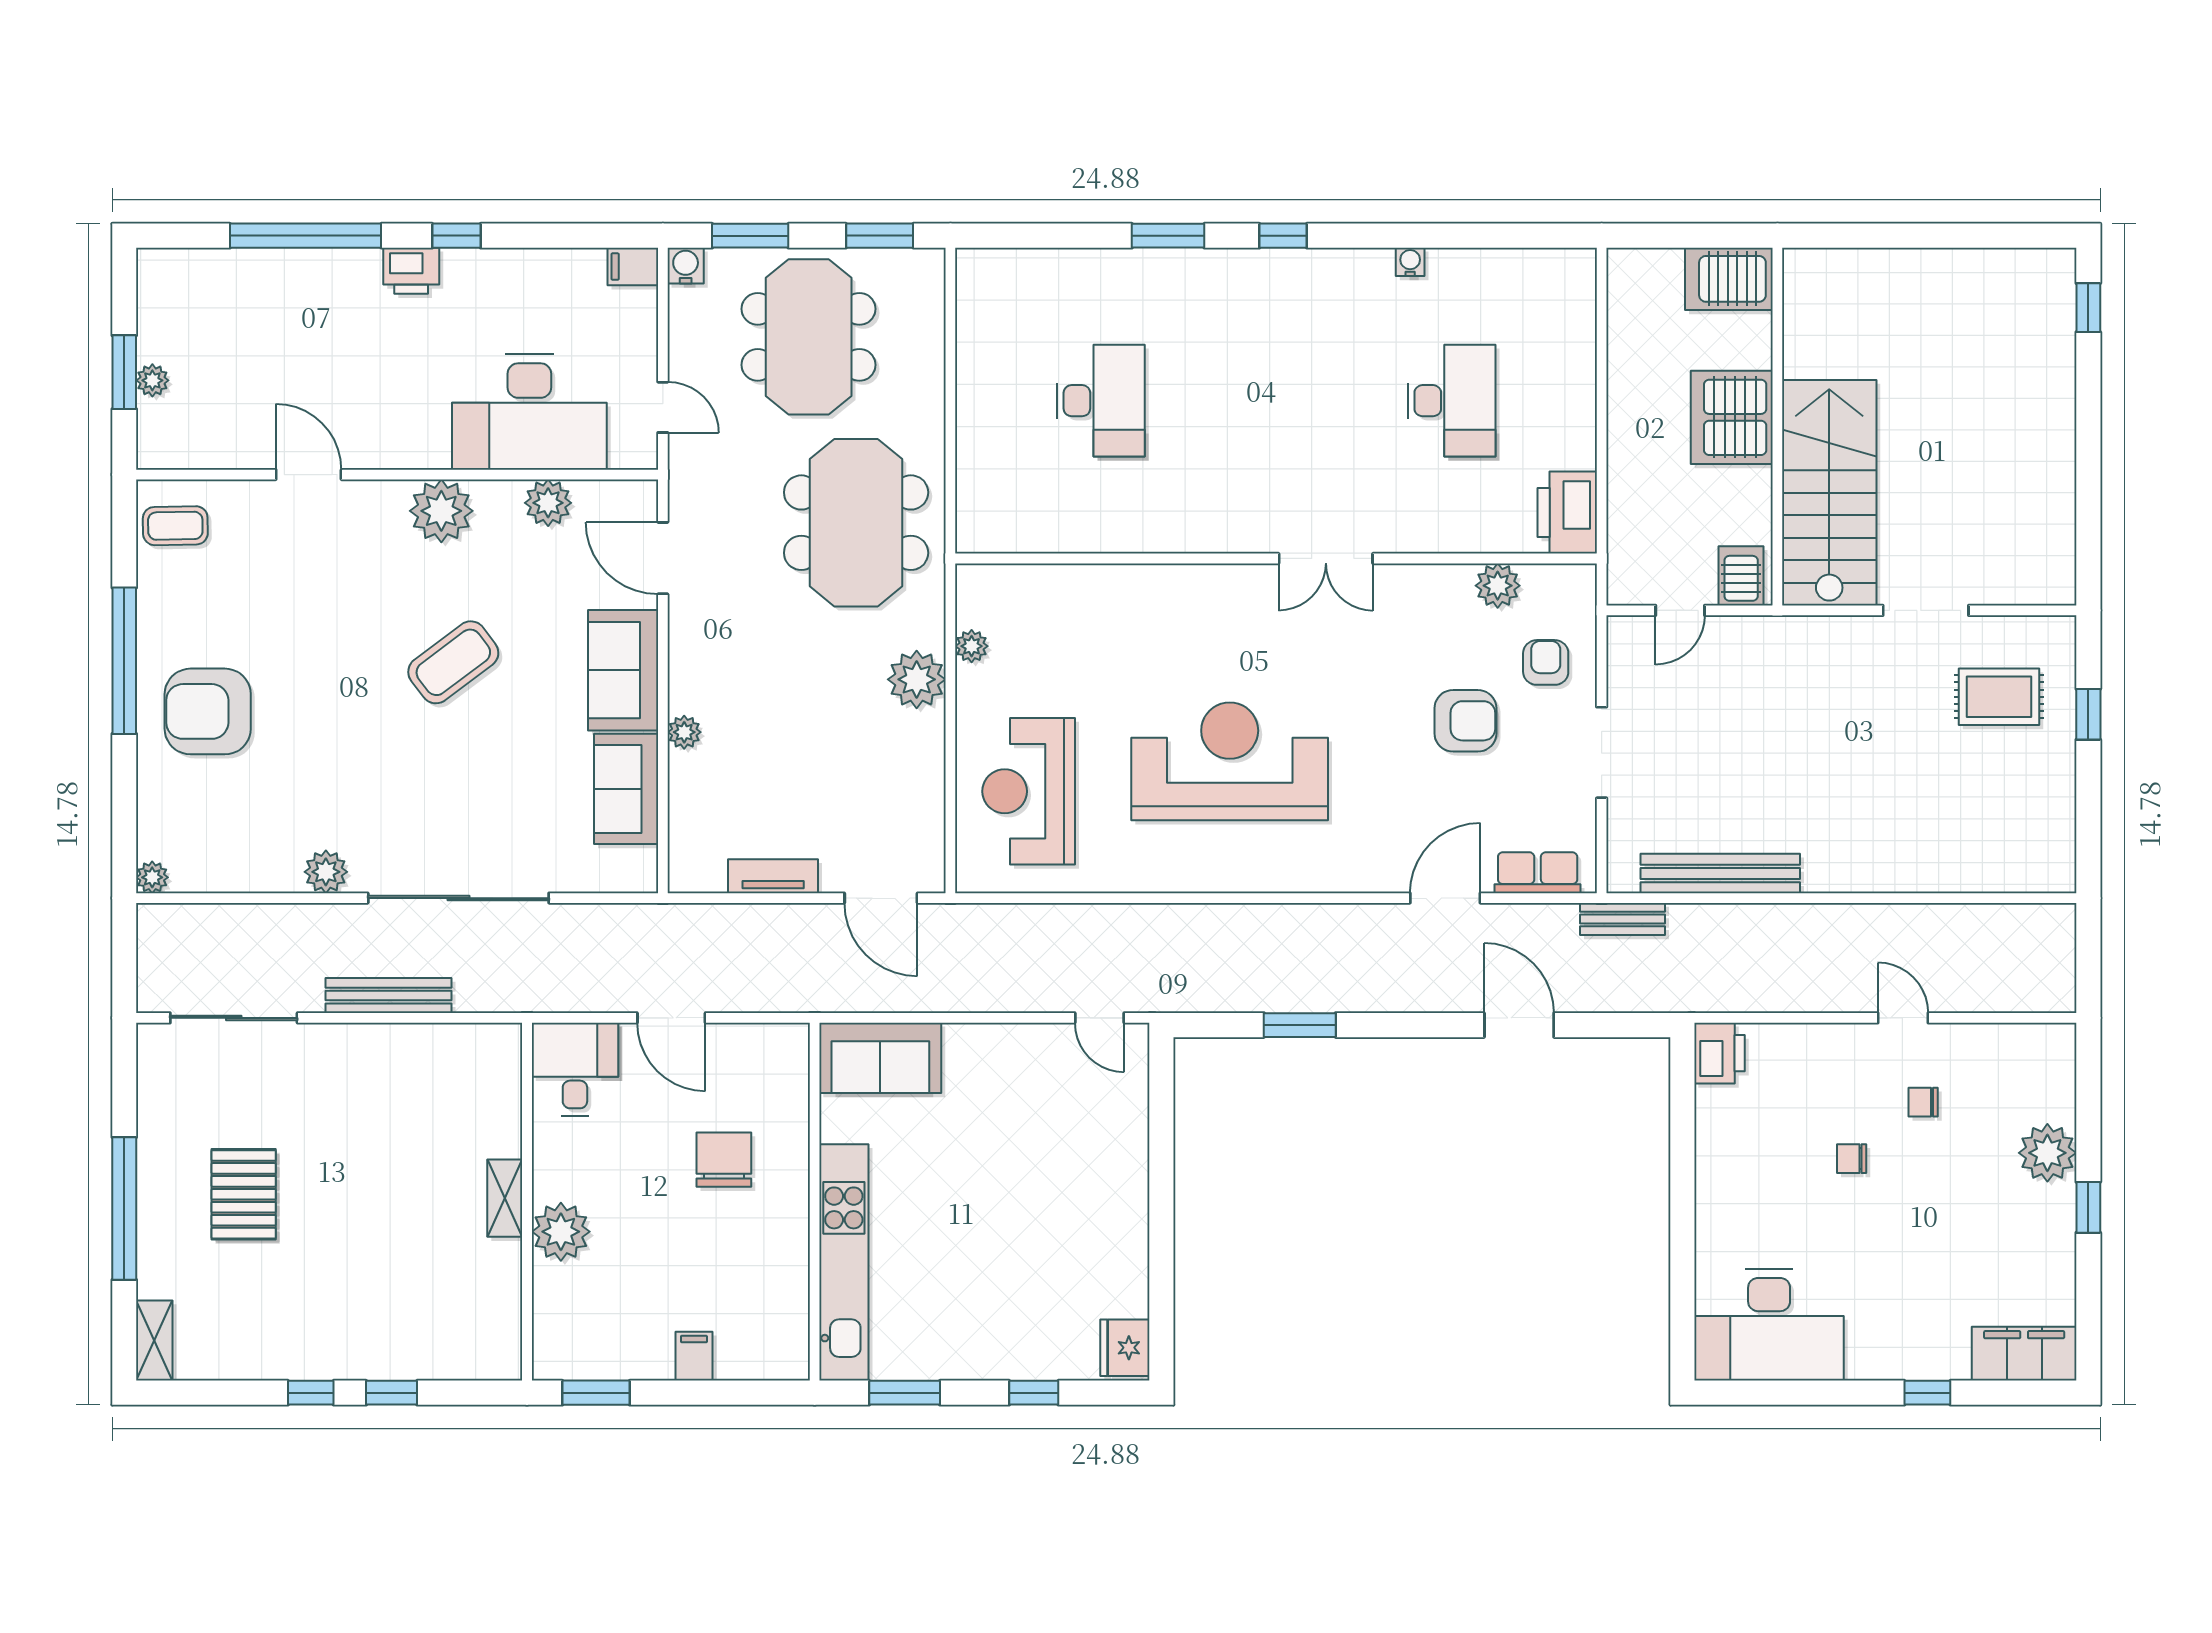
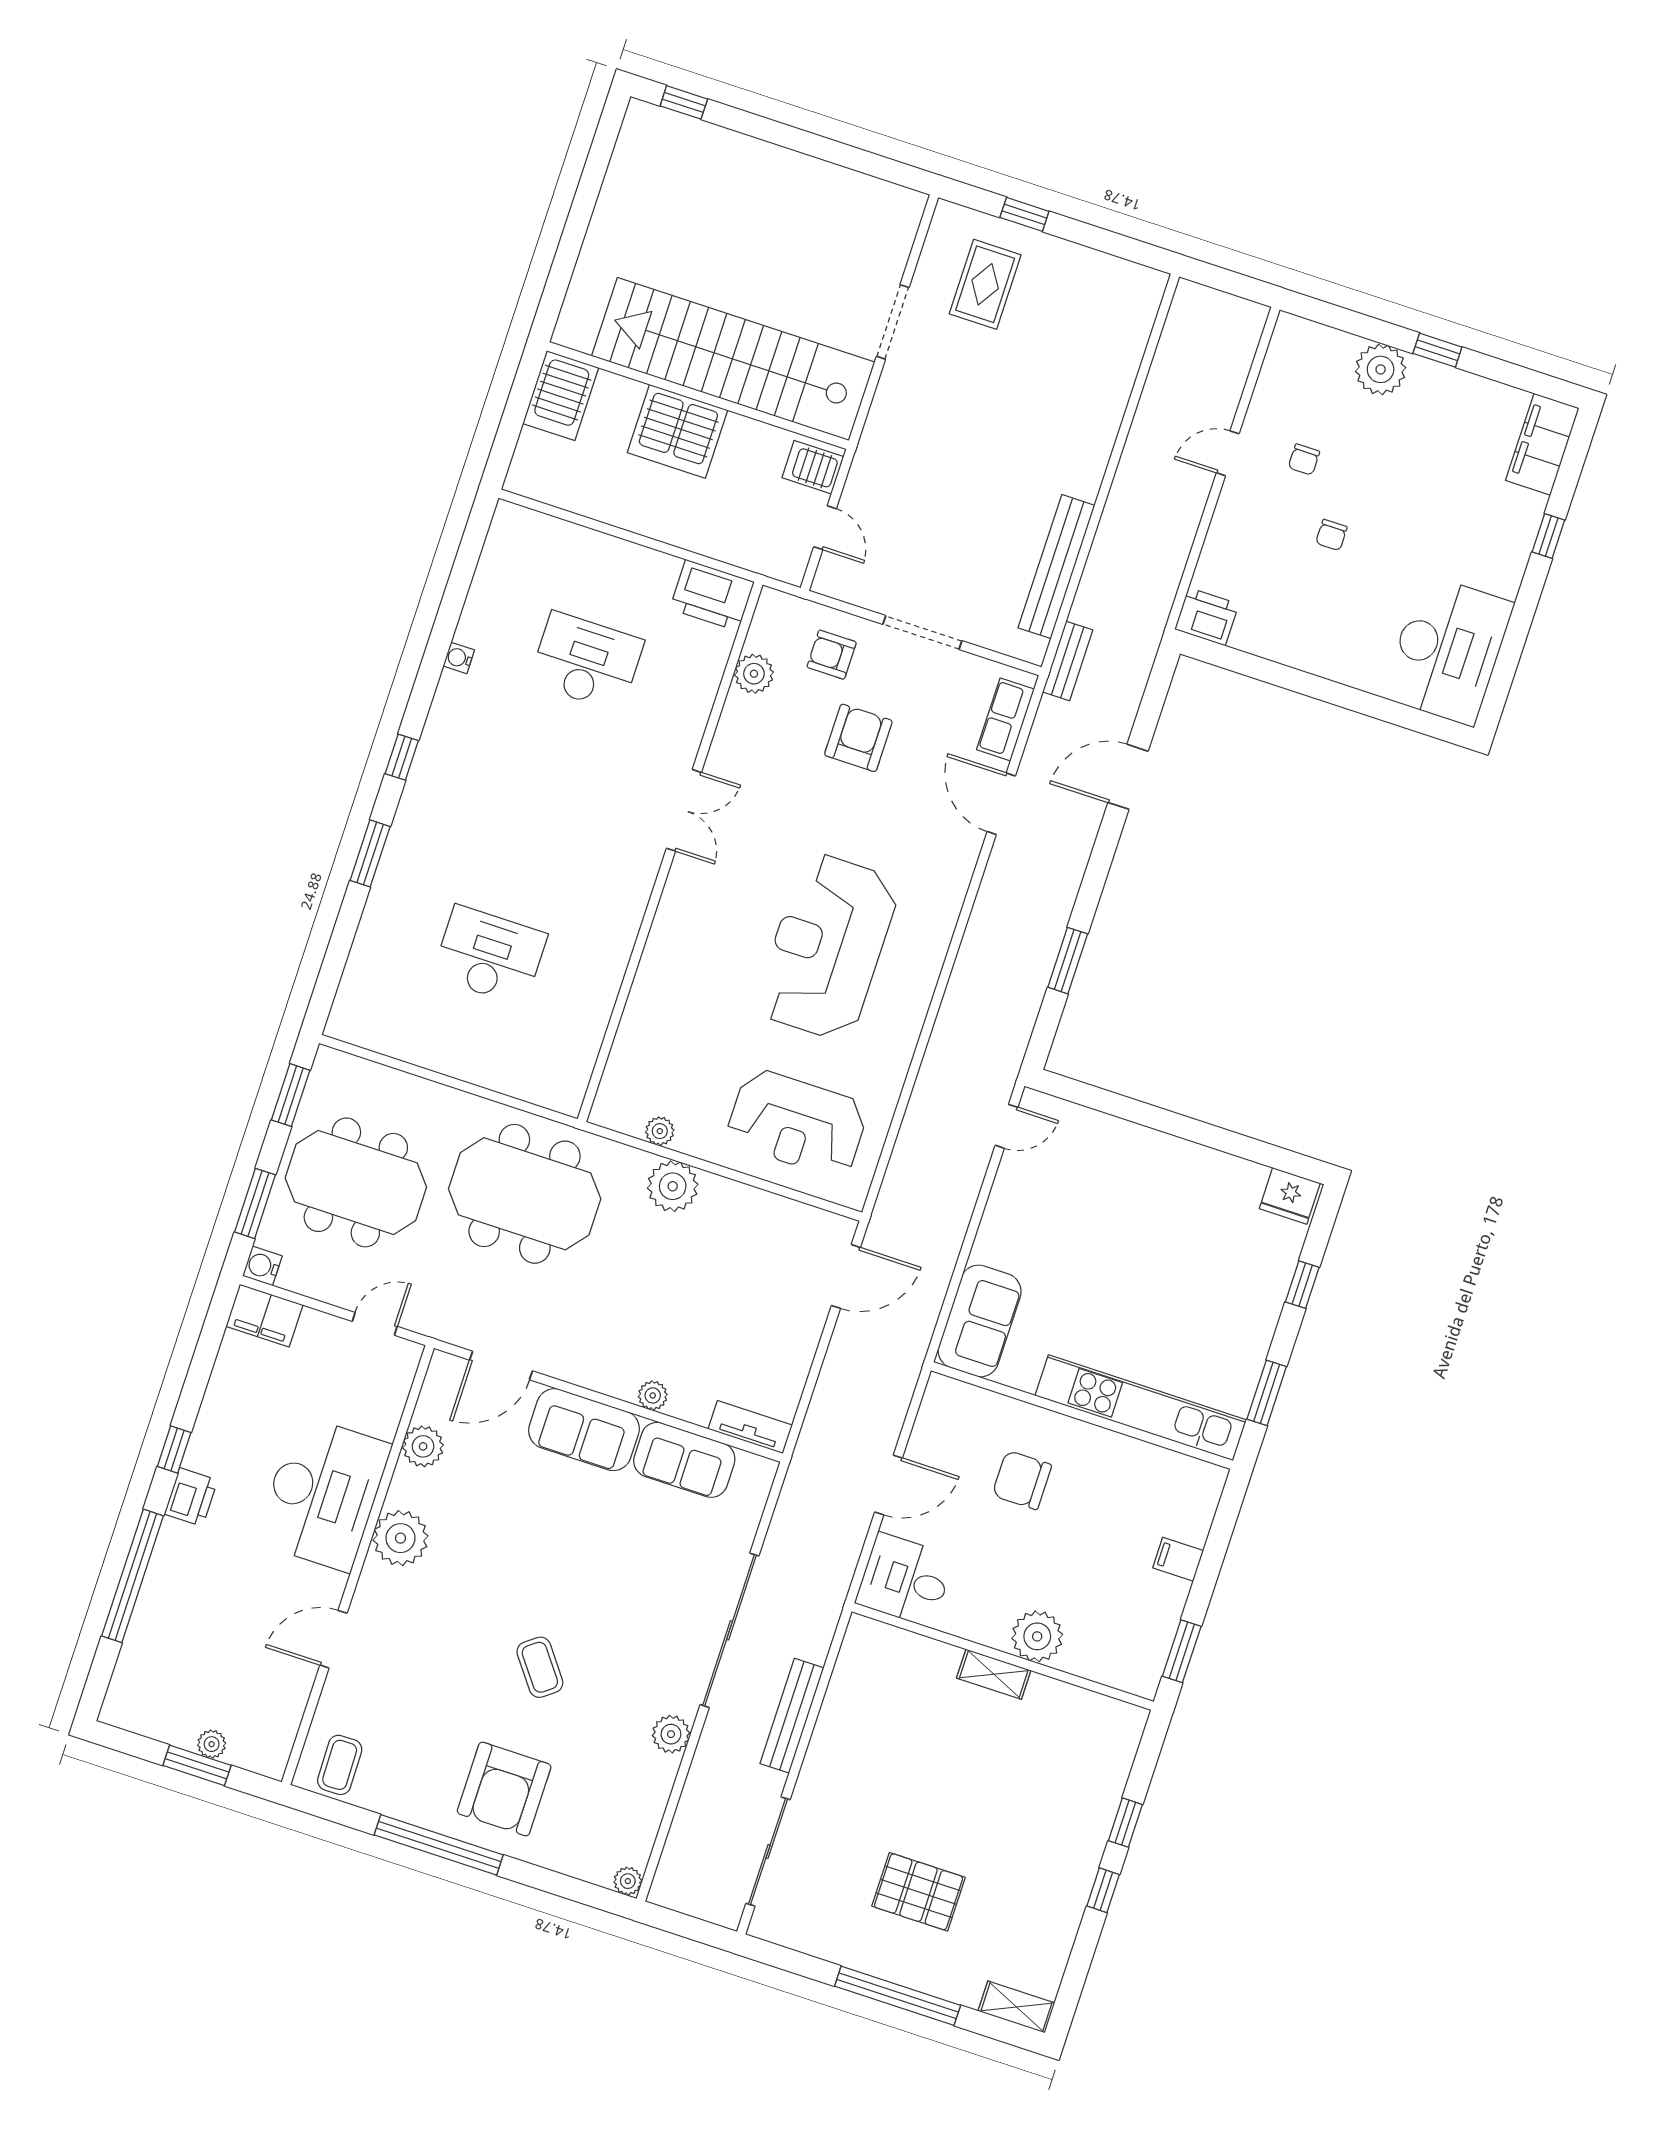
filing cabinet: (633, 267) -> (264, 1316), width x2.00
desk: (529, 412) -> (323, 1493), moved
stairs: (1829, 493) -> (733, 359), width x1.36
coffee table: (453, 662) -> (540, 1667), moved, width x0.73, depth x0.77
tv unit: (773, 876) -> (750, 1427), moved, turned 90

